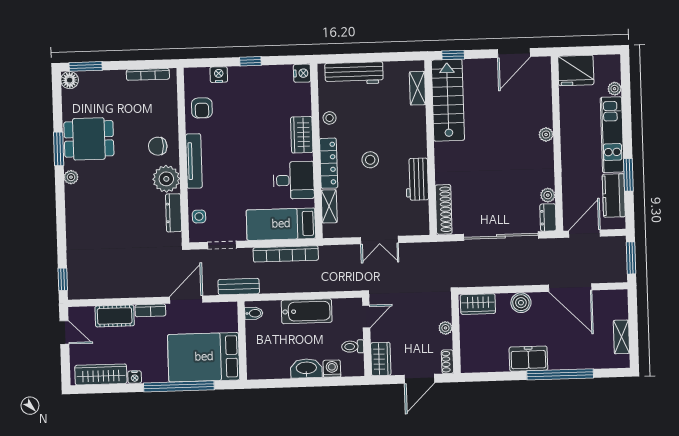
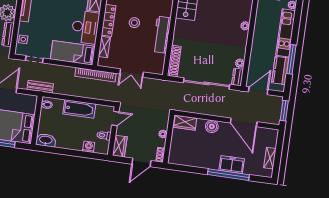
window: (628, 175) -> (291, 59), width x1.44
workbench: (417, 179) -> (162, 35), width x1.38
desk: (294, 180) -> (85, 27), width x1.37
bookcase: (286, 254) -> (95, 75), moved
freezer: (528, 359) -> (232, 165), moved
washbasin: (306, 368) -> (46, 140), moved

